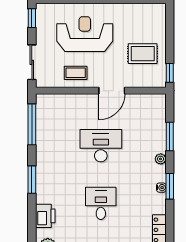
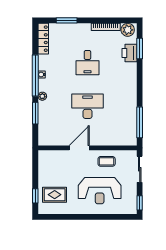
rug: (143, 54) -> (55, 195), moved
window: (170, 73) -> (35, 196), moved
desk: (101, 146) -> (87, 106), turned 180
window: (32, 180) -> (140, 48), moved
window: (170, 186) -> (35, 75), width x2.11

